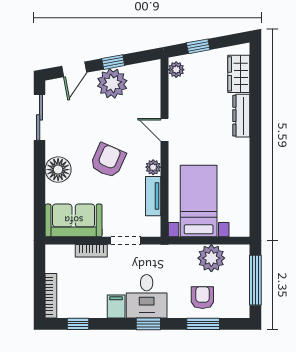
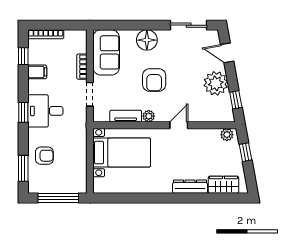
window: (113, 62) -> (236, 100), moved
armchair: (108, 160) -> (154, 80), turned 66
plant: (211, 258) -> (76, 163), removed
filing cabinet: (116, 307) -> (37, 72), moved
window: (203, 324) -> (23, 168), moved

